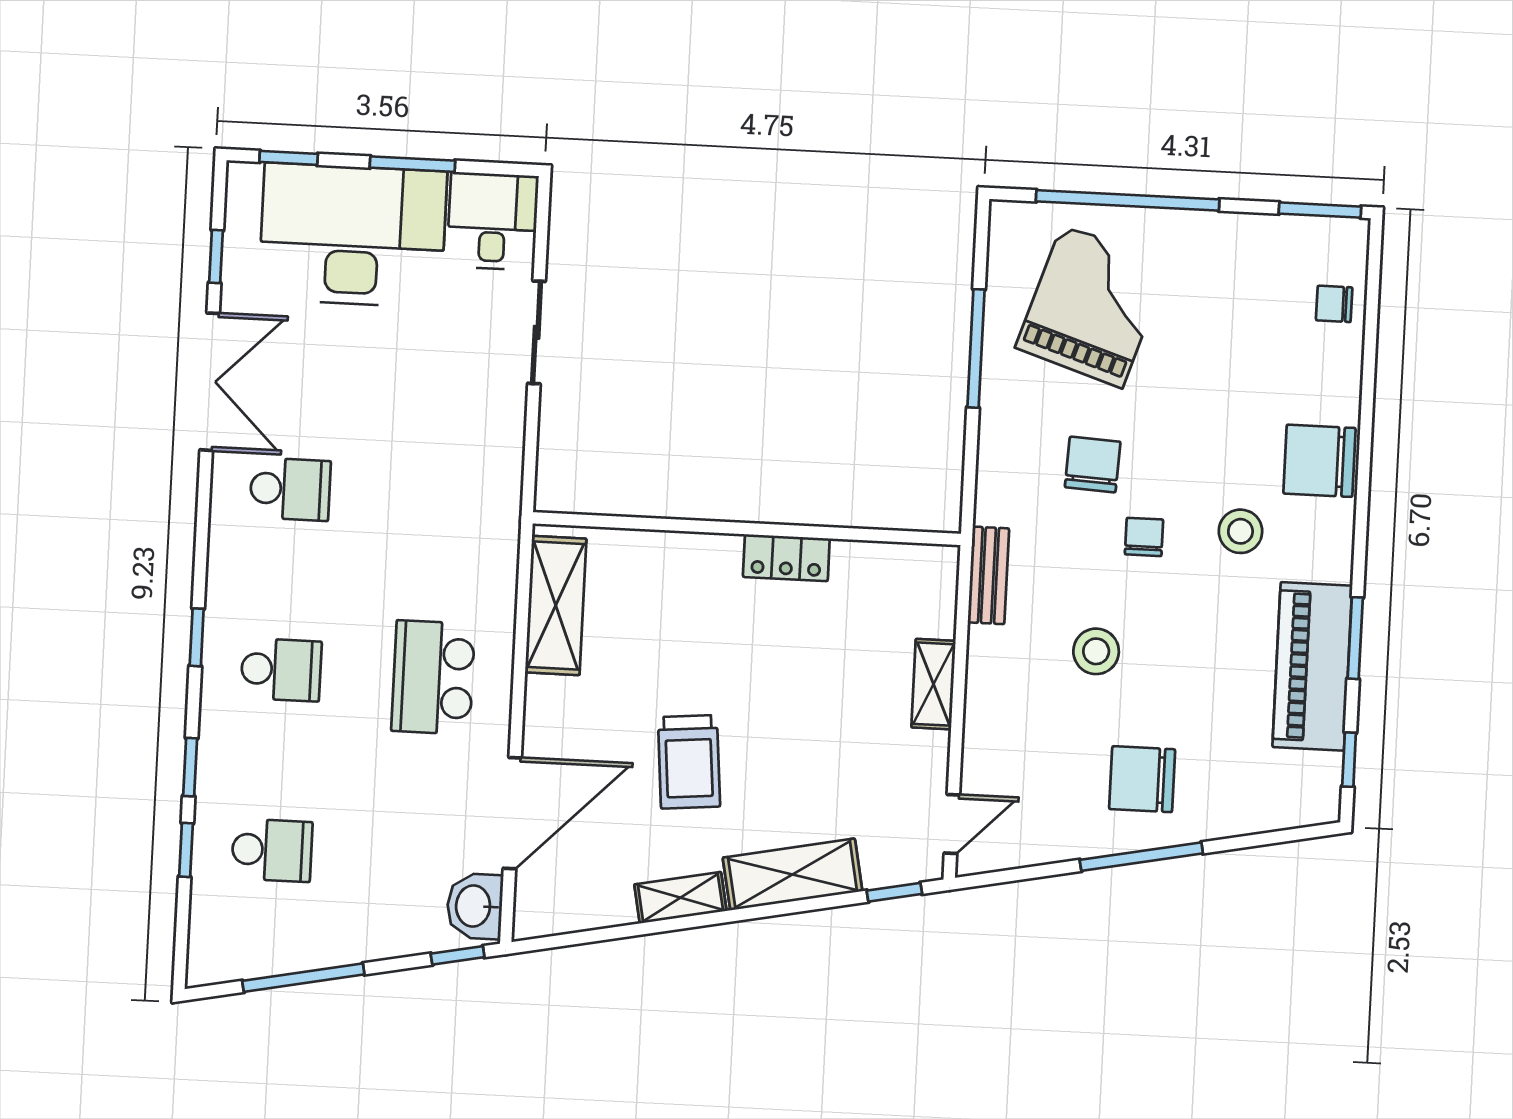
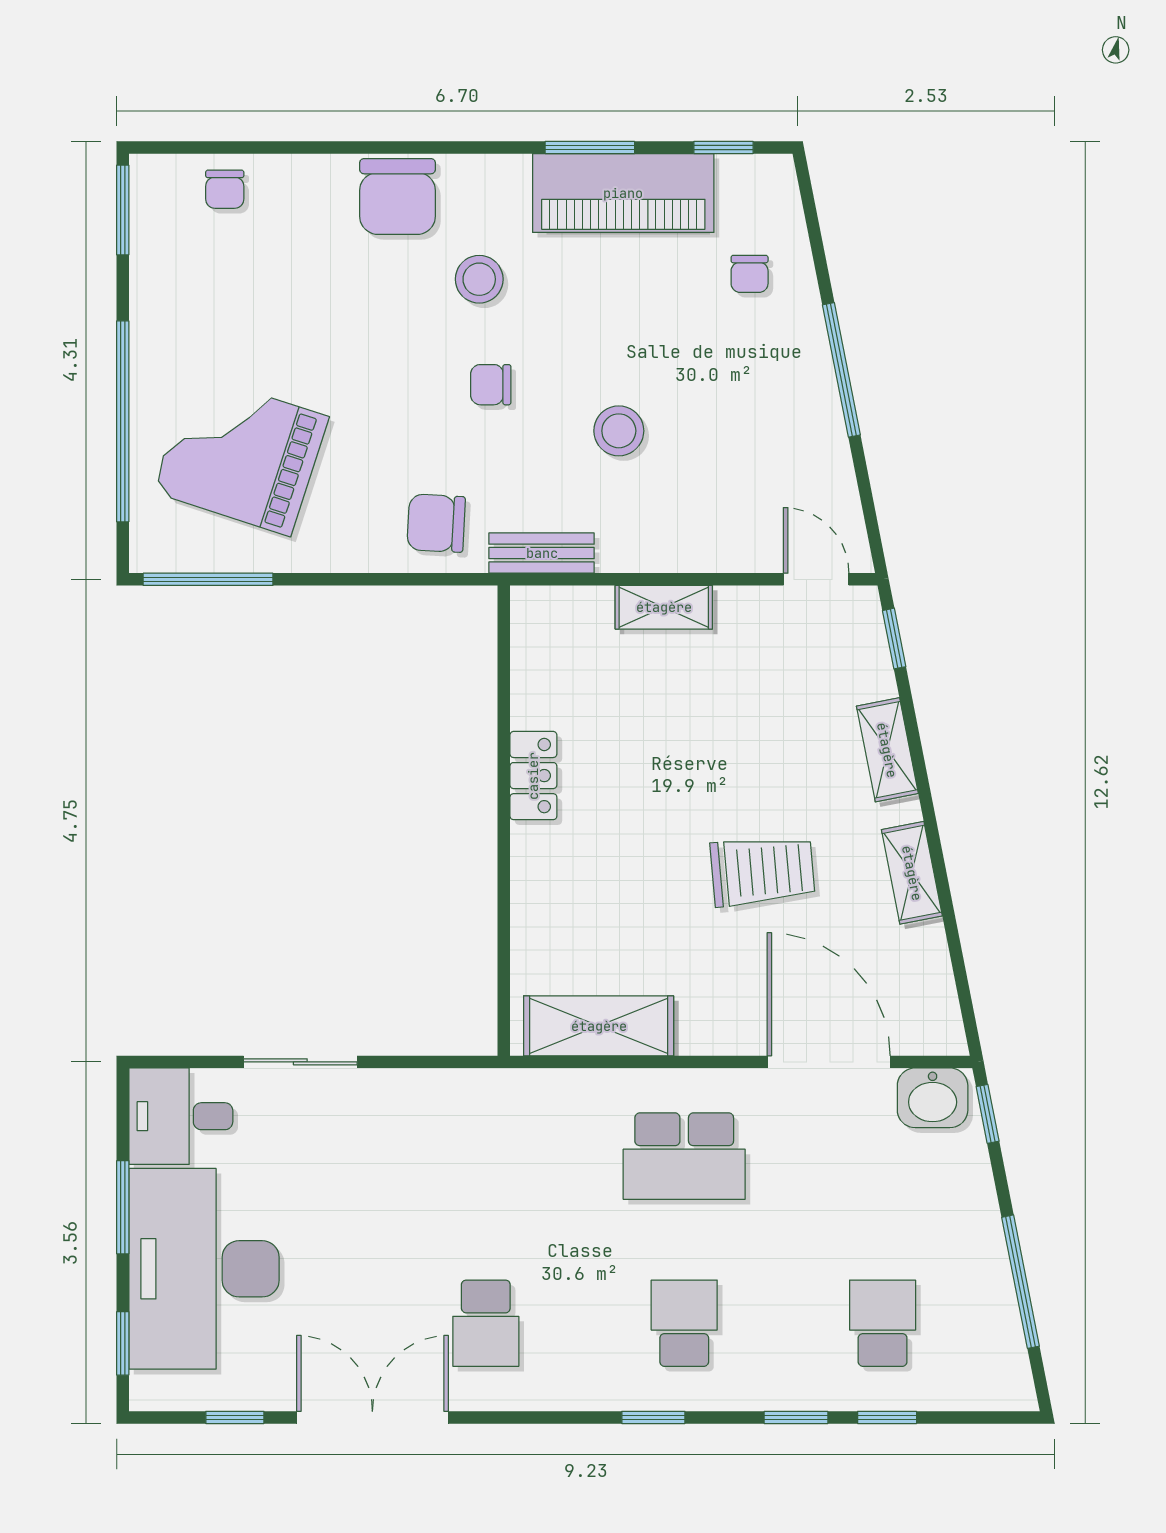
window: (976, 348) -> (208, 579), moved
chair: (1093, 465) -> (436, 523), moved
school desk: (290, 489) -> (486, 1323), turned 180
chair: (1142, 779) -> (750, 274), moved, width x0.54, depth x0.54
shelving: (793, 874) -> (887, 750), width x0.67, depth x0.75

